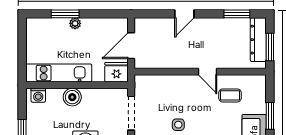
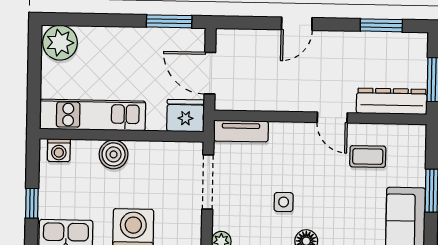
window: (65, 14) -> (169, 21), moved
plant: (75, 23) -> (60, 43), moved, width x1.87, depth x1.87
dresser: (258, 40) -> (392, 101), moved, turned 90
door: (131, 46) -> (210, 73), hinge flipped
tv unit: (151, 81) -> (241, 131), added

